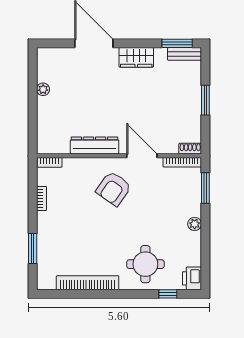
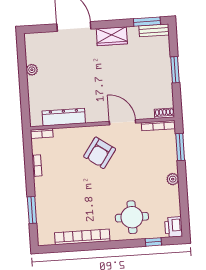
dresser: (95, 145) -> (64, 117), moved

